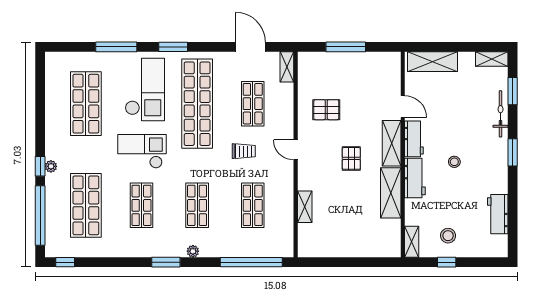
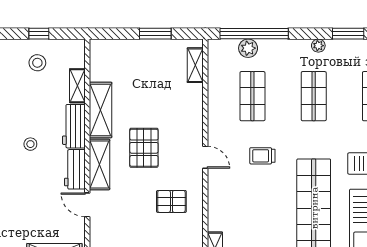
shop shelf: (253, 104) -> (252, 208), removed
pallet: (351, 158) -> (144, 148), width x1.50, depth x1.42
shelving: (305, 207) -> (195, 65), moved
shelving: (412, 242) -> (77, 86), moved
plant: (257, 249) -> (248, 48), added
window: (341, 262) -> (155, 34), added

